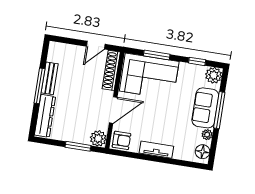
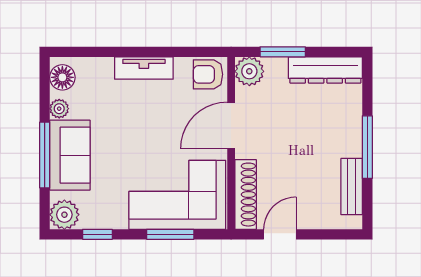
bench: (50, 78) -> (352, 187), moved
dresser: (45, 116) -> (325, 70), moved, turned -90

